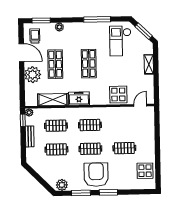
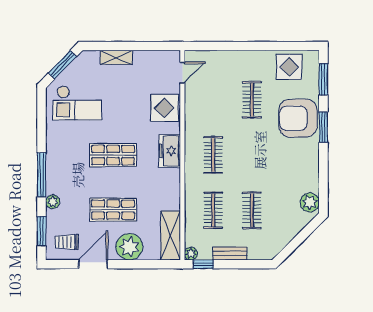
window: (97, 19) -> (42, 175), moved
freezer: (79, 98) -> (170, 151), moved
shelving: (53, 100) -> (171, 235), moved
door: (140, 105) -> (182, 73), swing flipped
clothes rail: (90, 149) -> (252, 155), removed
armchair: (96, 175) -> (298, 118), moved
window: (81, 193) -> (323, 79), moved

